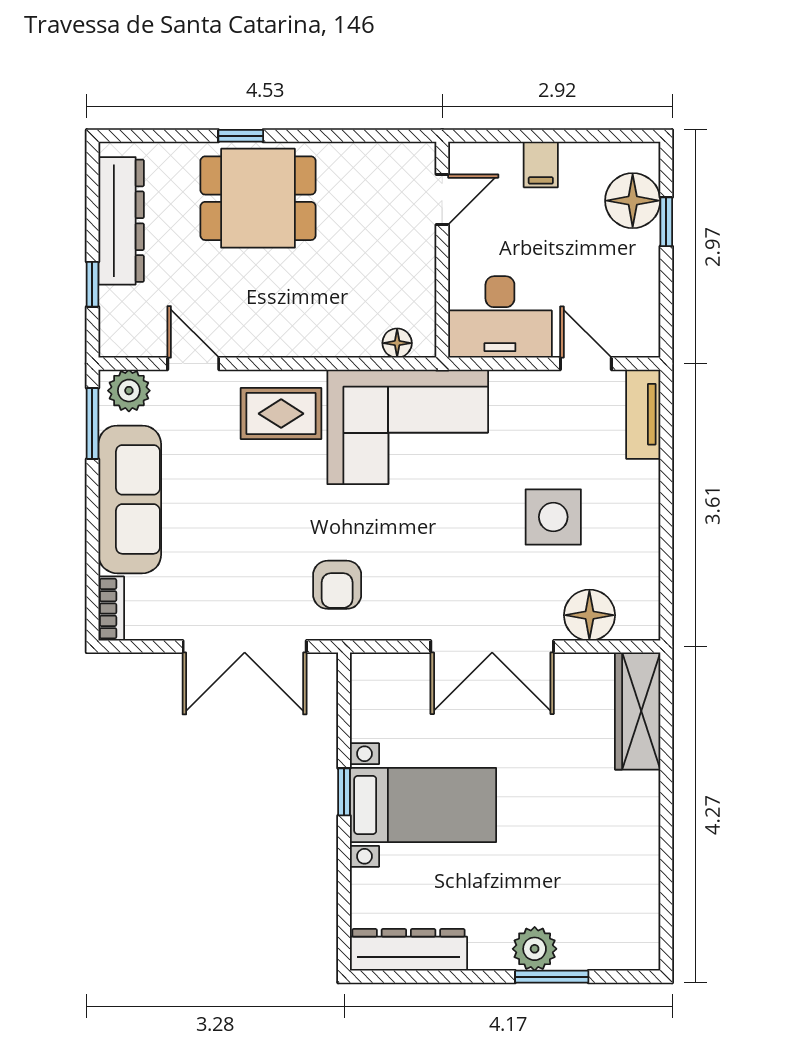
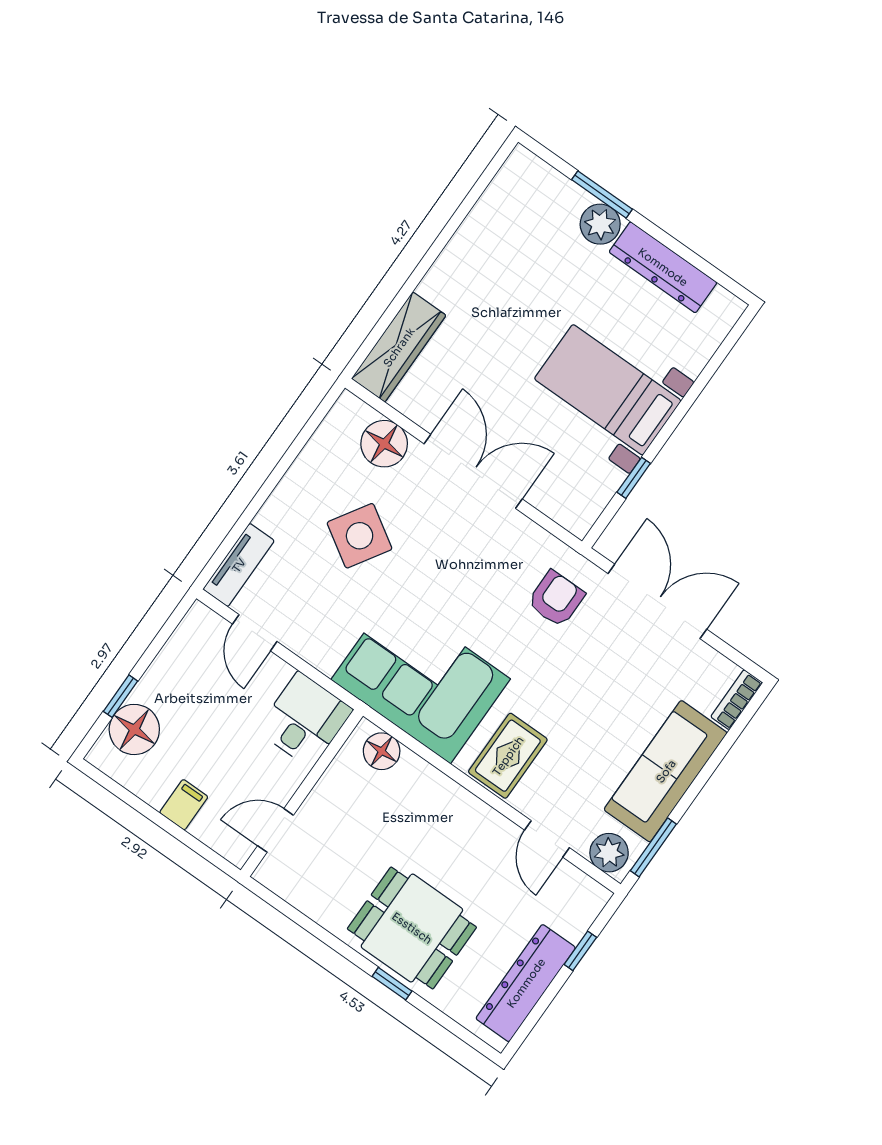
desk: (500, 317) -> (305, 720), width x0.73
floor lamp: (397, 343) -> (382, 751), width x1.37, depth x1.37
rug: (281, 414) -> (508, 756), turned 90
side table: (553, 517) -> (360, 536), turned 32
window: (344, 792) -> (634, 478), moved
dresser: (409, 950) -> (663, 267), moved

